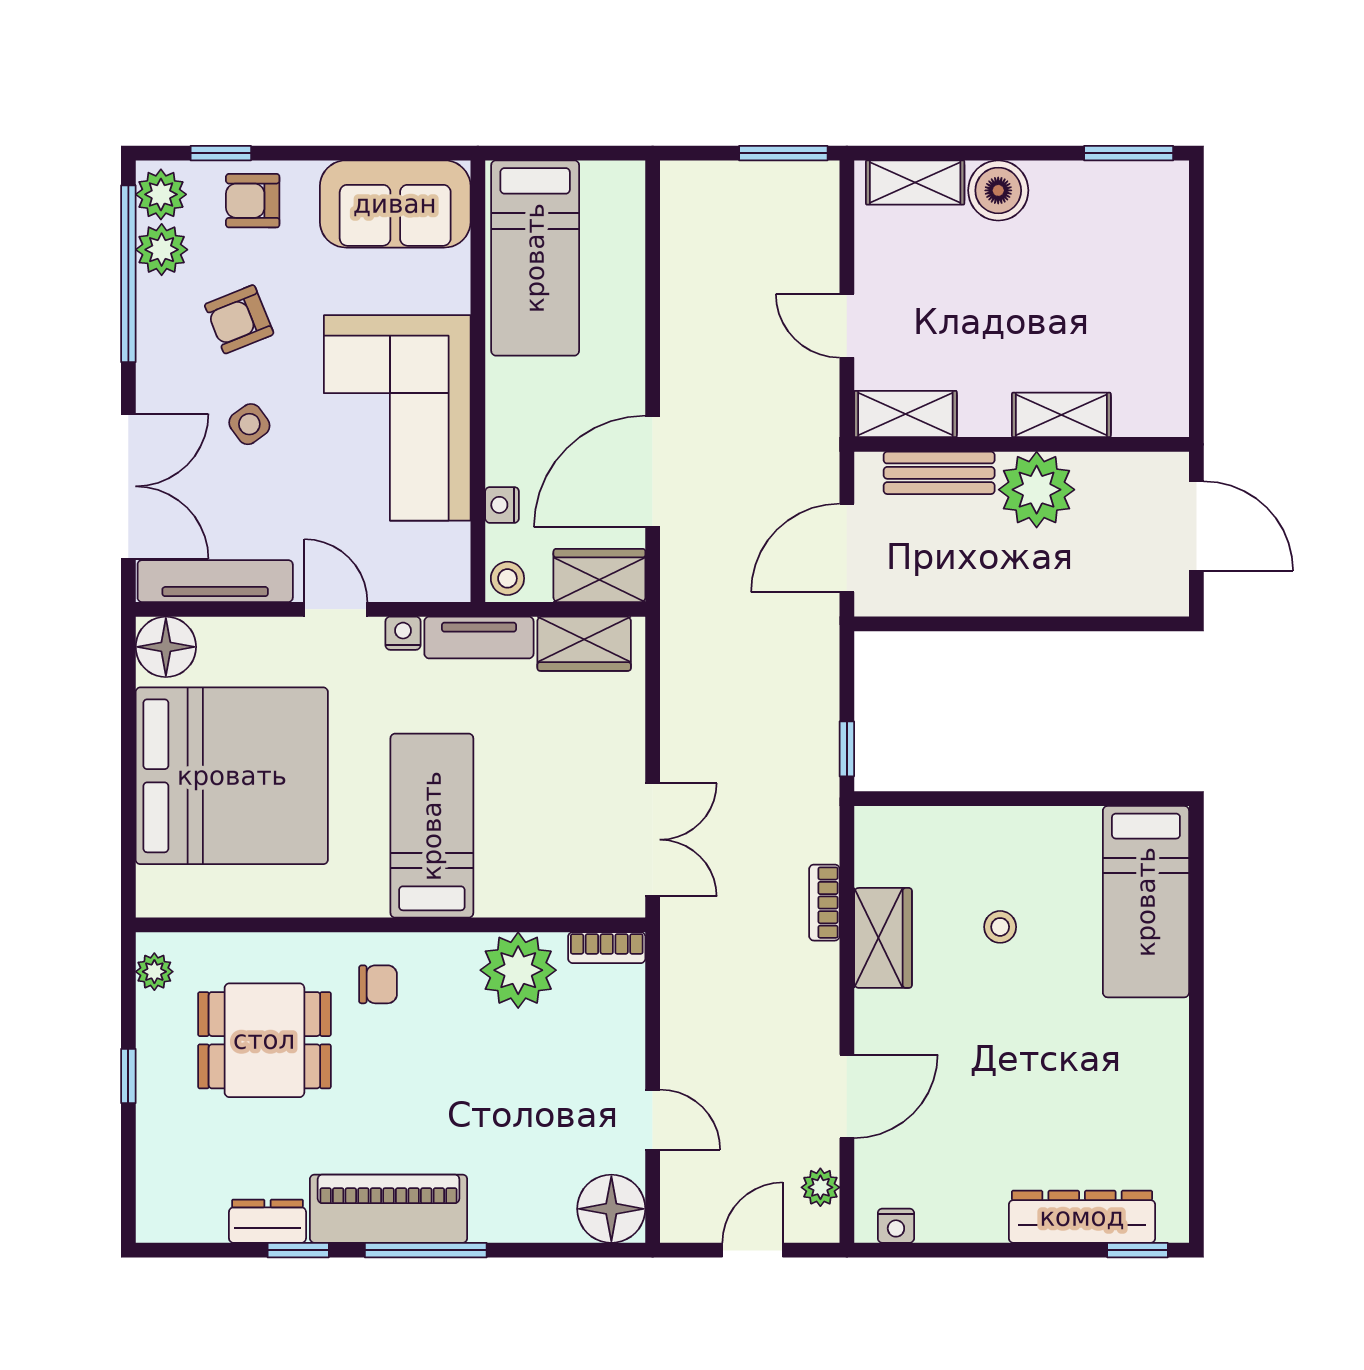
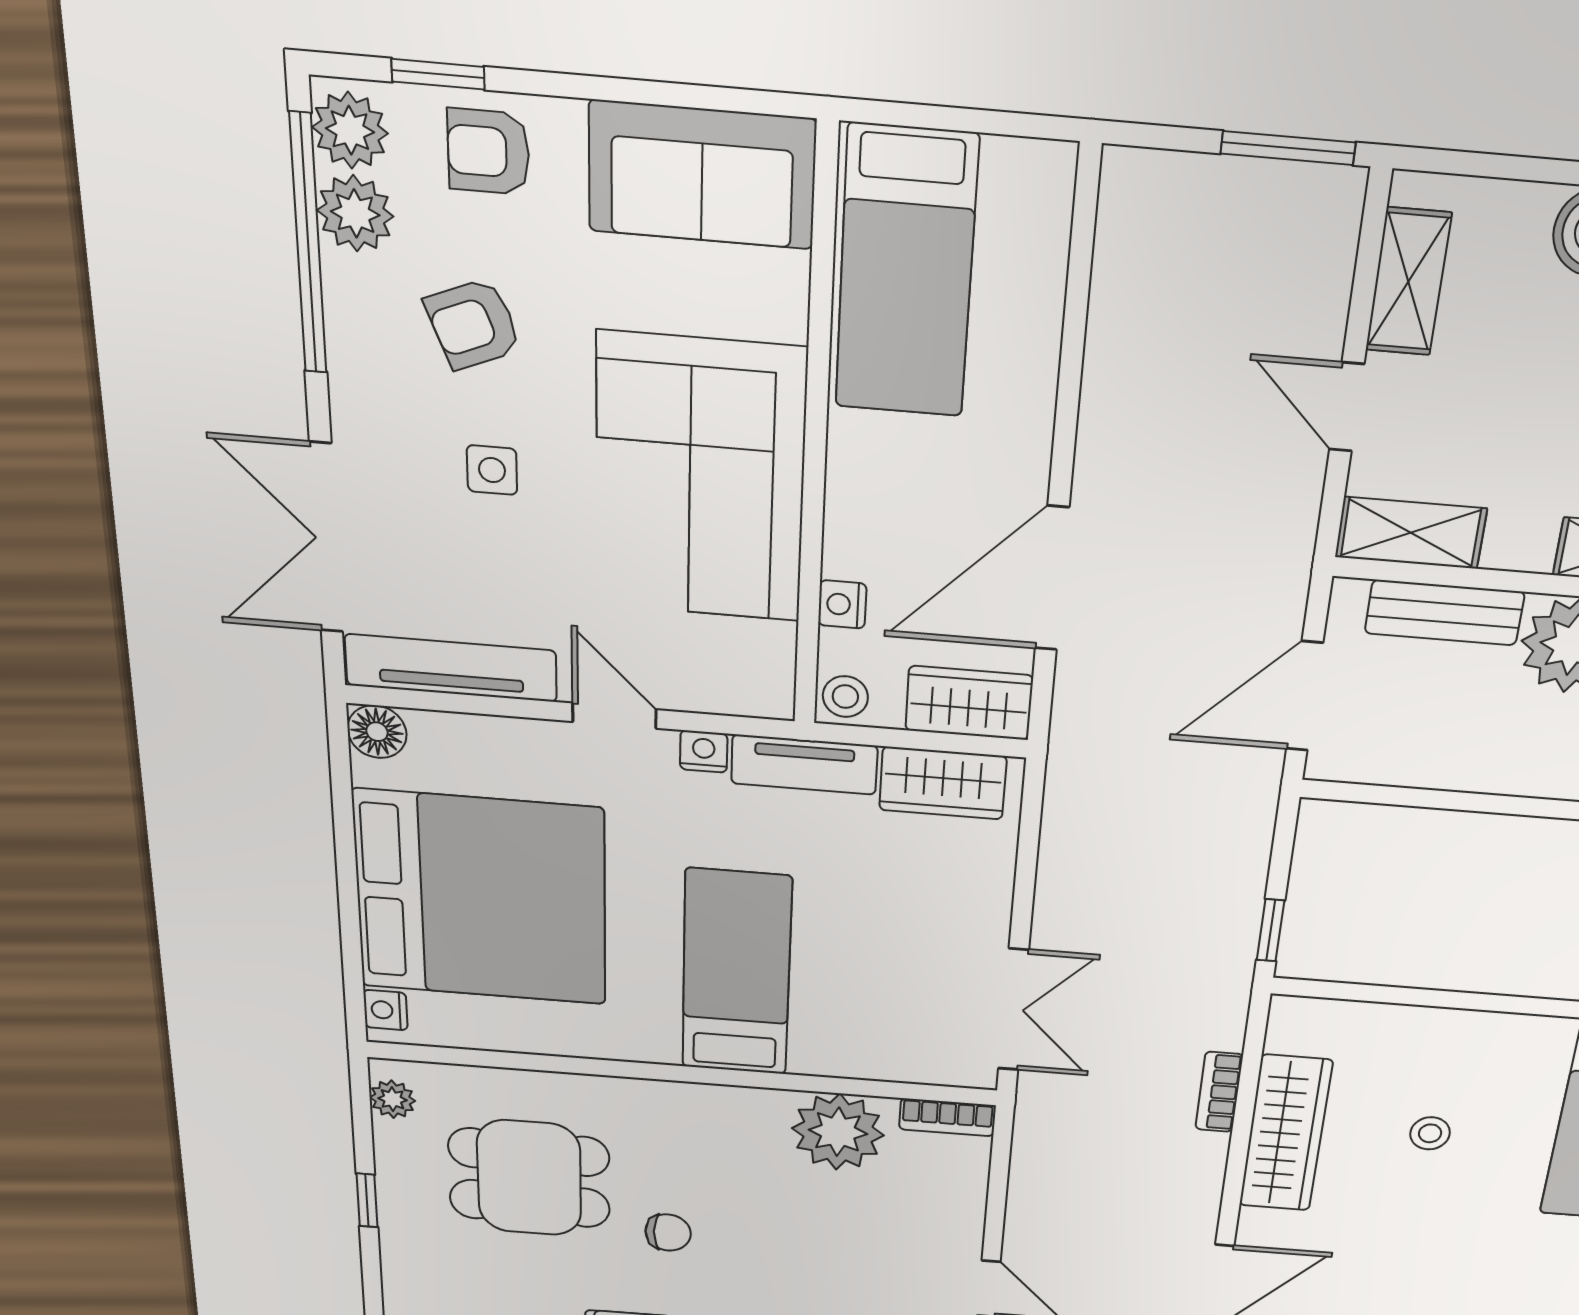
shelving: (915, 183) -> (1408, 282), moved, turned 90
side table: (249, 424) -> (492, 470), turned 36
double door: (128, 486) -> (326, 538), swing flipped
floor lamp: (166, 647) -> (377, 732), width x0.73, depth x0.73
nightstand: (153, 886) -> (385, 1010), added
wardrobe: (883, 938) -> (1286, 1133), width x1.50
chair: (378, 984) -> (668, 1232), moved

